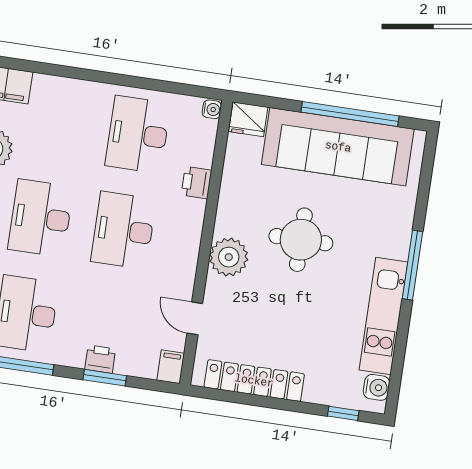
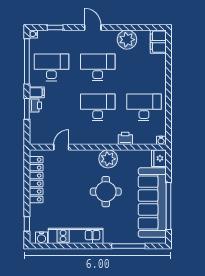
plant: (229, 257) -> (108, 159), moved
window: (412, 265) -> (128, 246), moved
filing cabinet: (171, 367) -> (37, 92), moved

